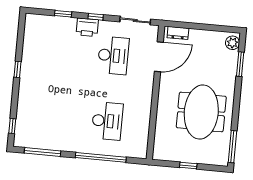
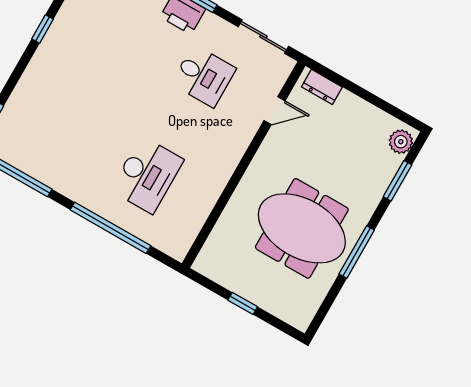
desk: (113, 55) -> (204, 76), width x0.73
door: (159, 57) -> (275, 111), width x0.53
meeting table: (201, 112) -> (302, 228), turned 90
window: (232, 147) -> (357, 252), moved

